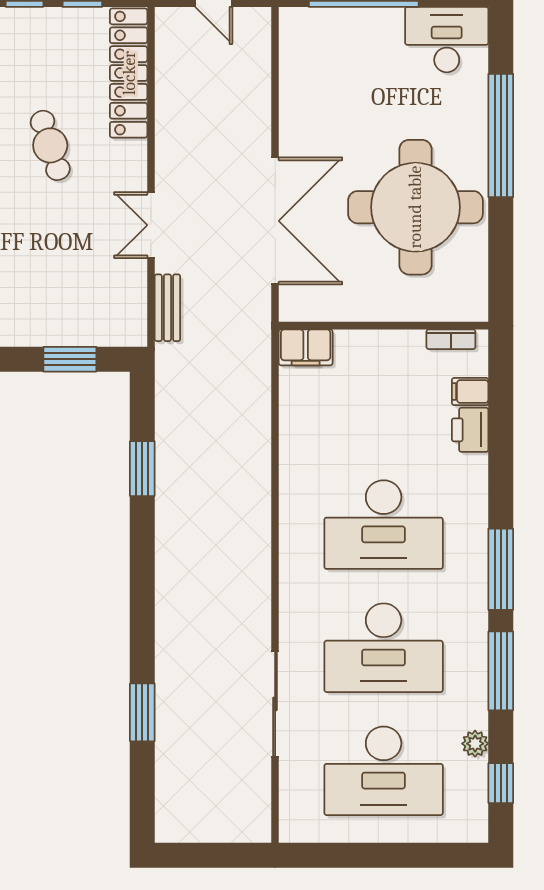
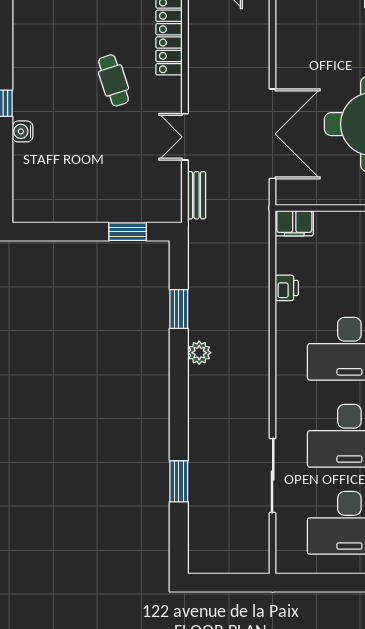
printer: (295, 439) -> (287, 288), added
plant: (171, 530) -> (199, 353), added

